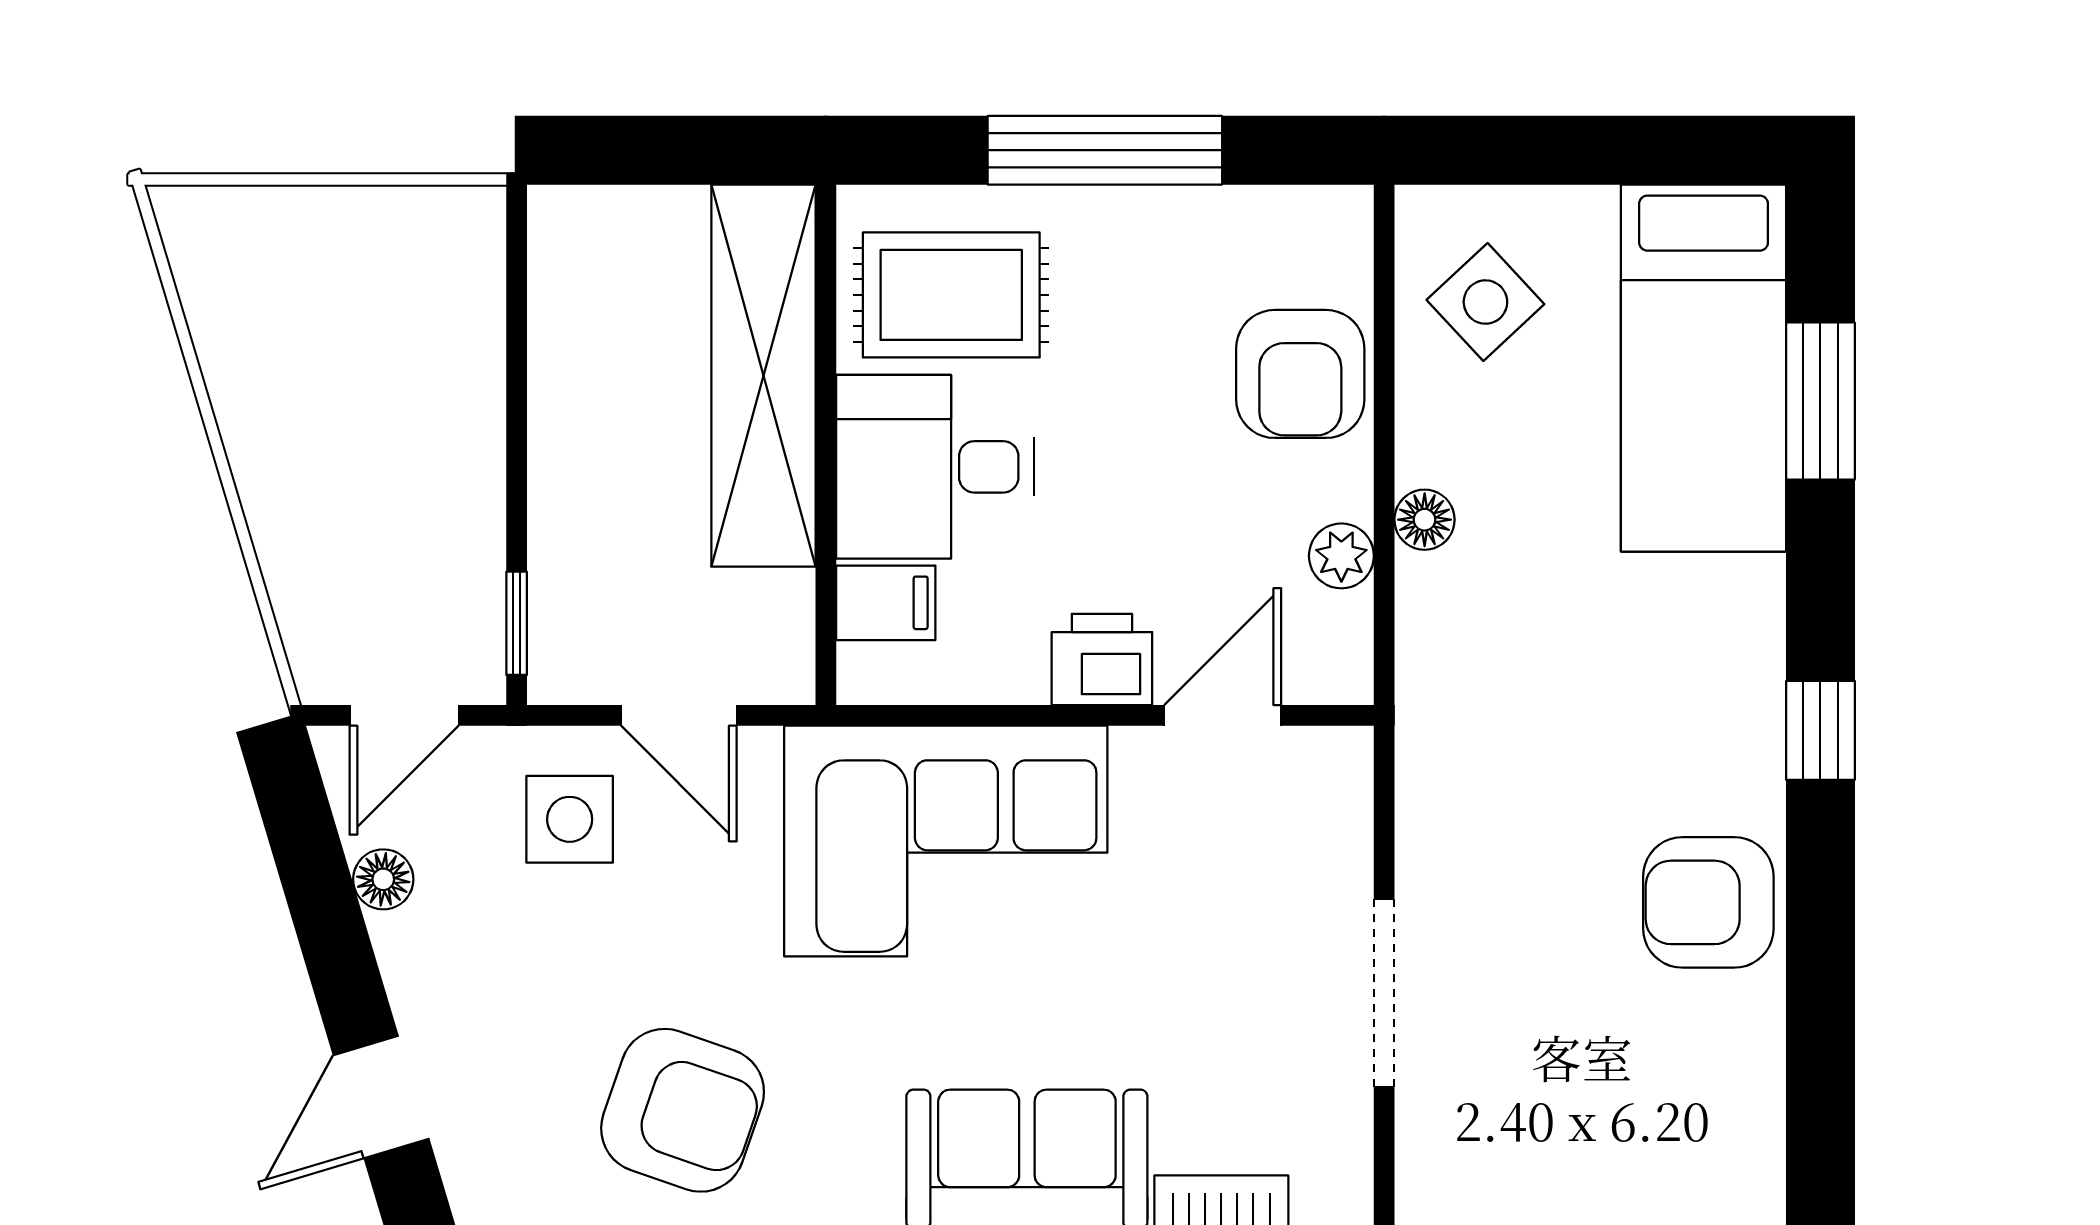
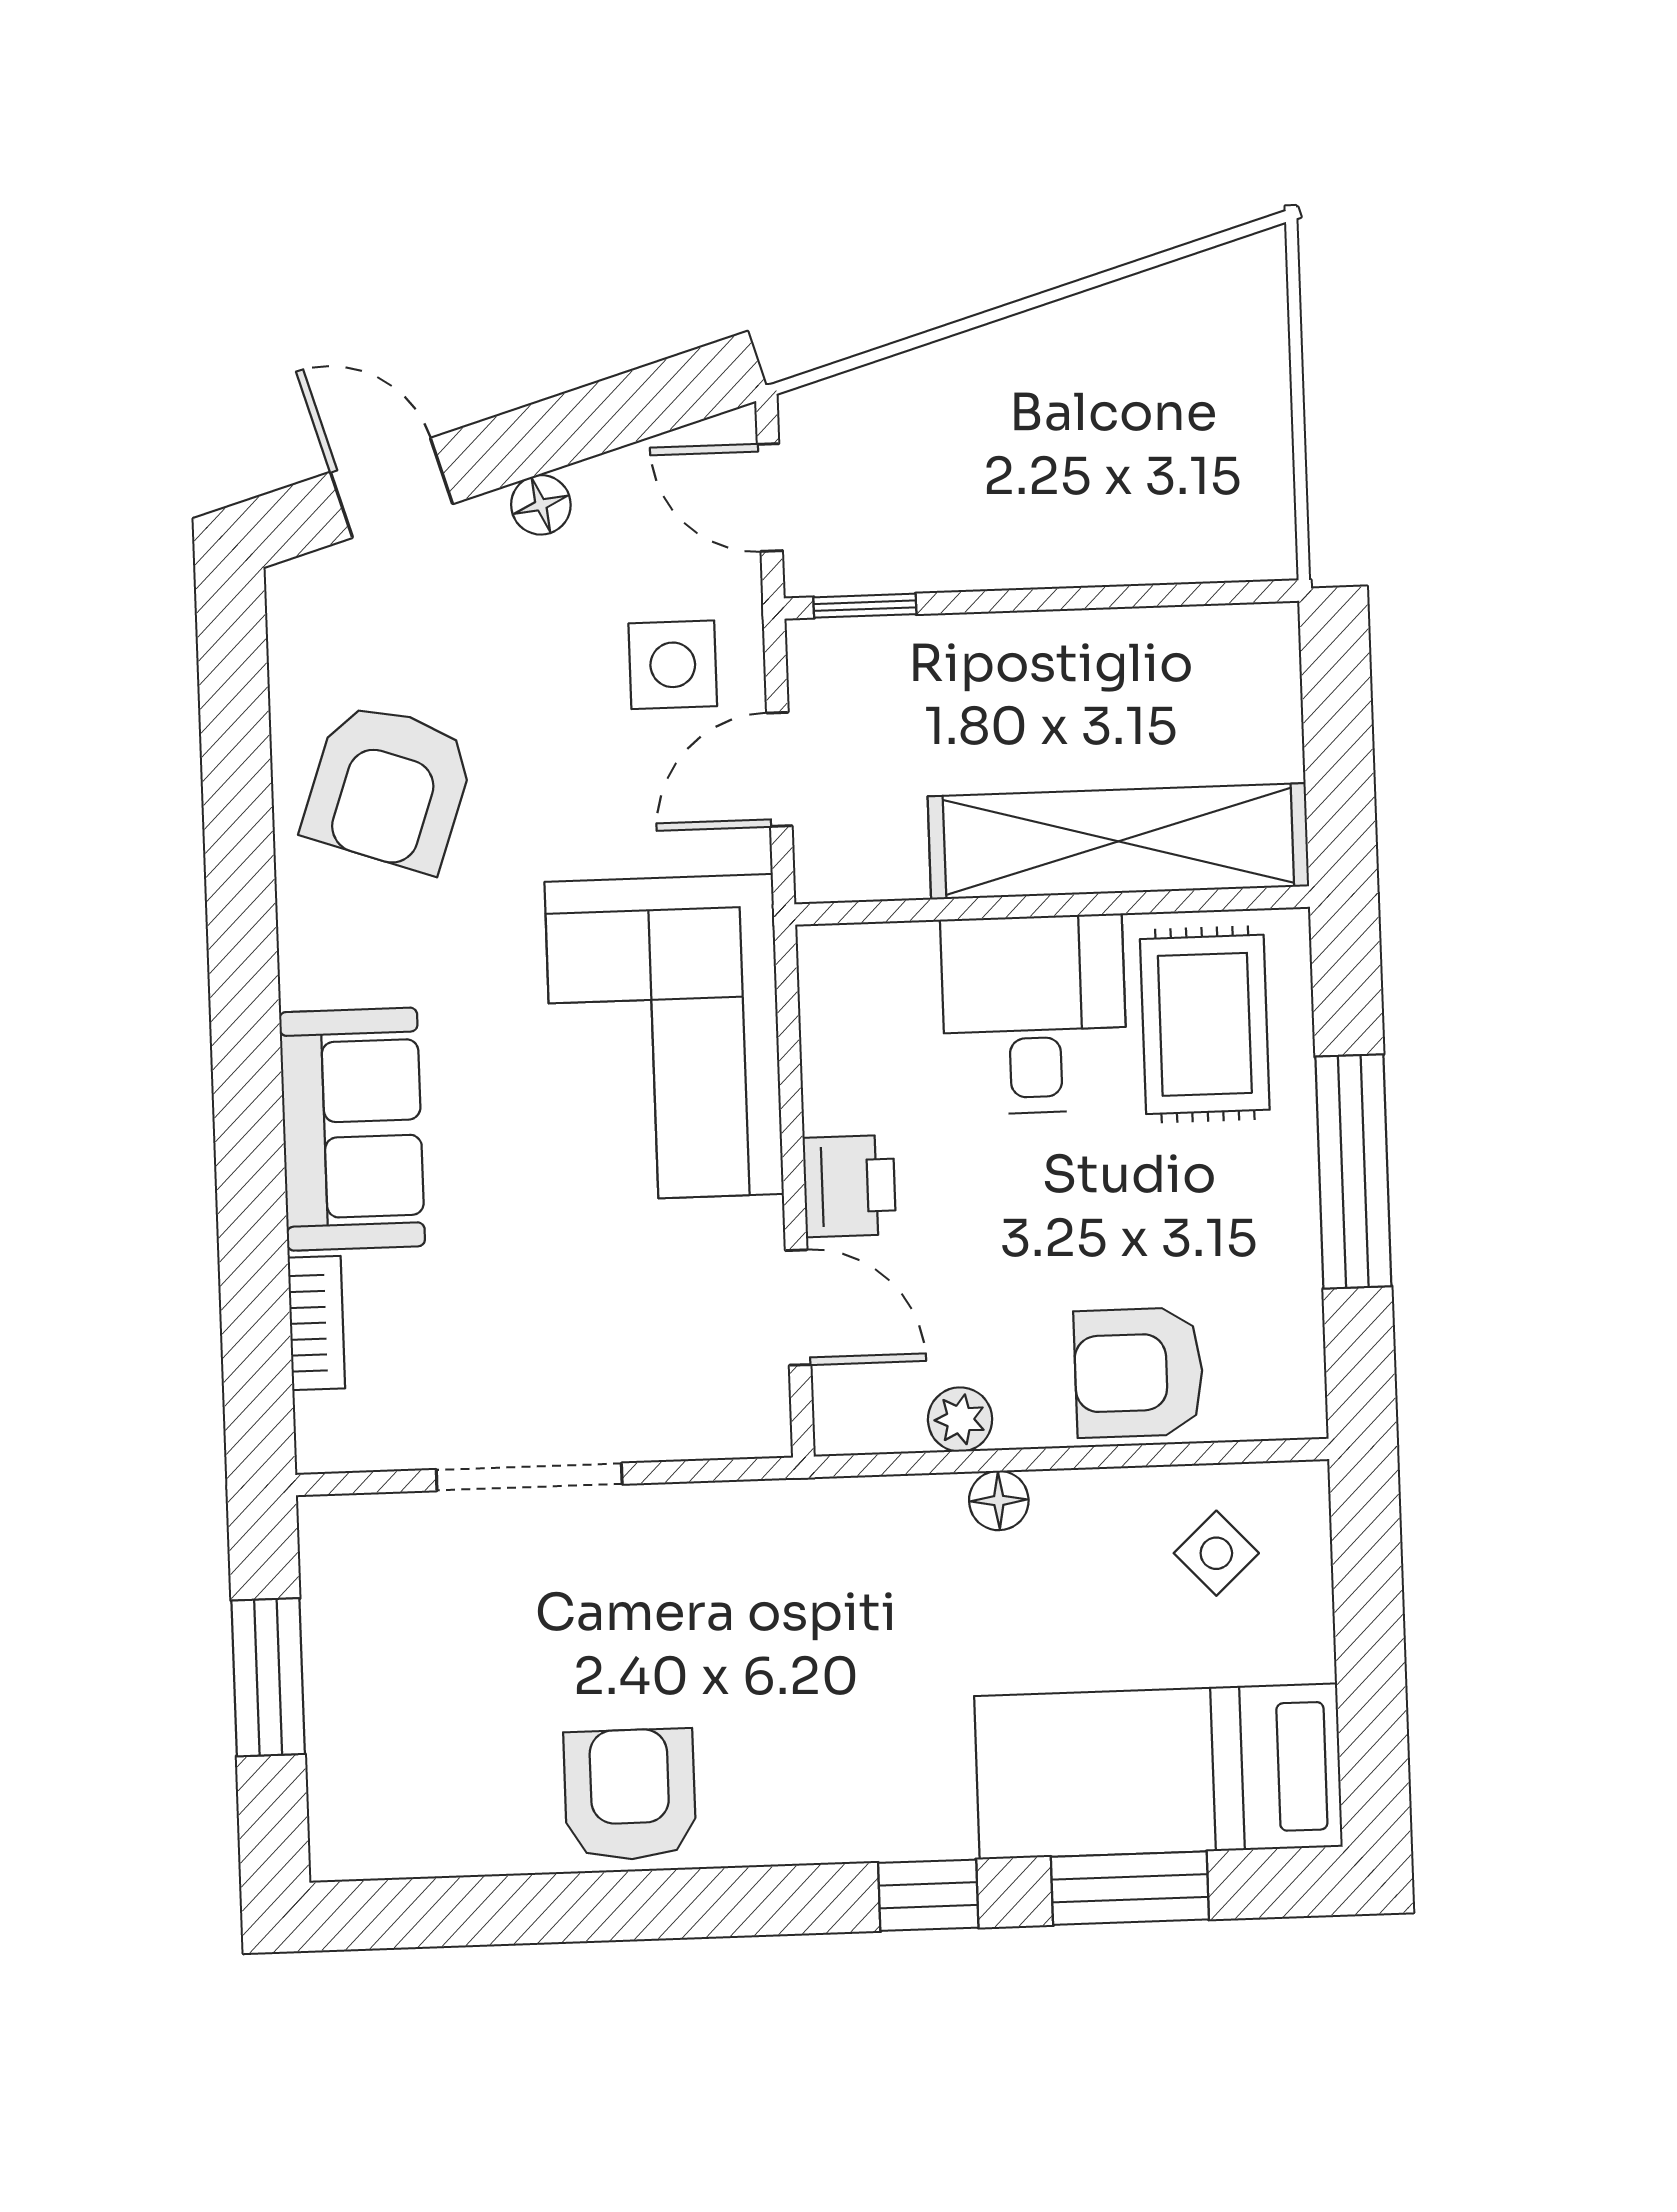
side table: (1485, 302) -> (1216, 1553), width x0.73, depth x0.73
filing cabinet: (886, 603) -> (898, 970), removed
window: (1820, 730) -> (928, 1895), moved
floor lamp: (383, 879) -> (541, 505), moved

